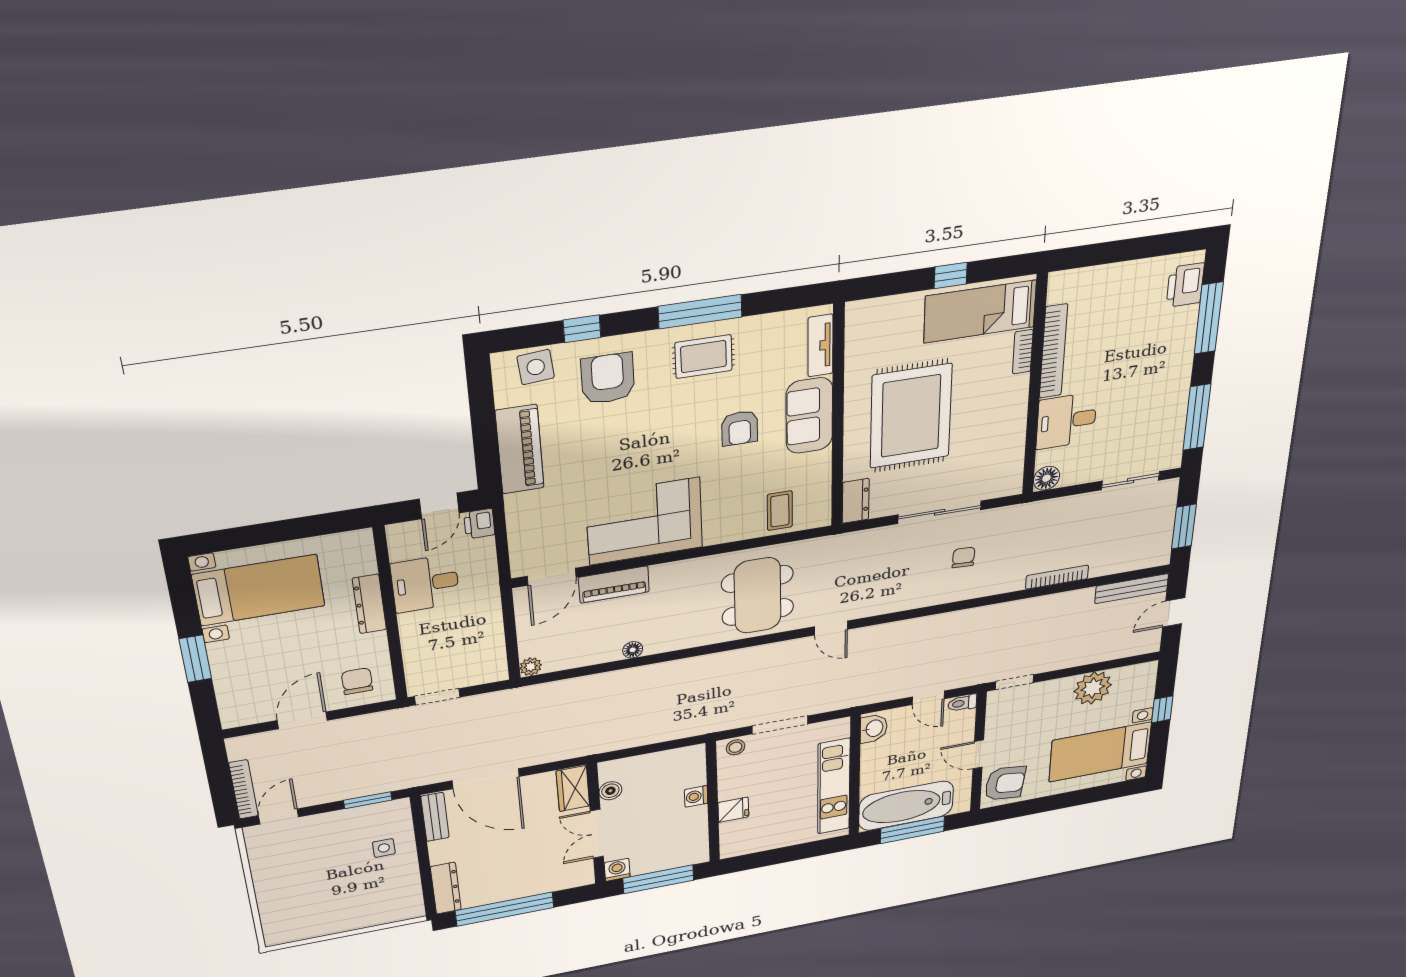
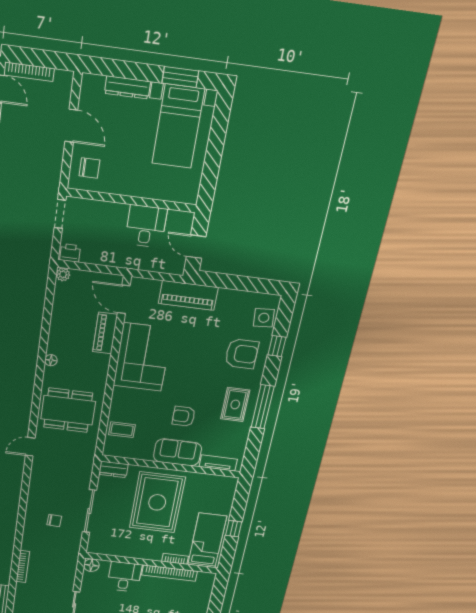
rug: (911, 416) -> (157, 502), turned 90
piano: (520, 449) -> (188, 295), moved
printer: (479, 524) -> (70, 253), moved
dresser: (369, 604) -> (127, 87), moved, turned 180
floor lamp: (633, 650) -> (51, 360), moved
window: (195, 659) -> (180, 77), moved

